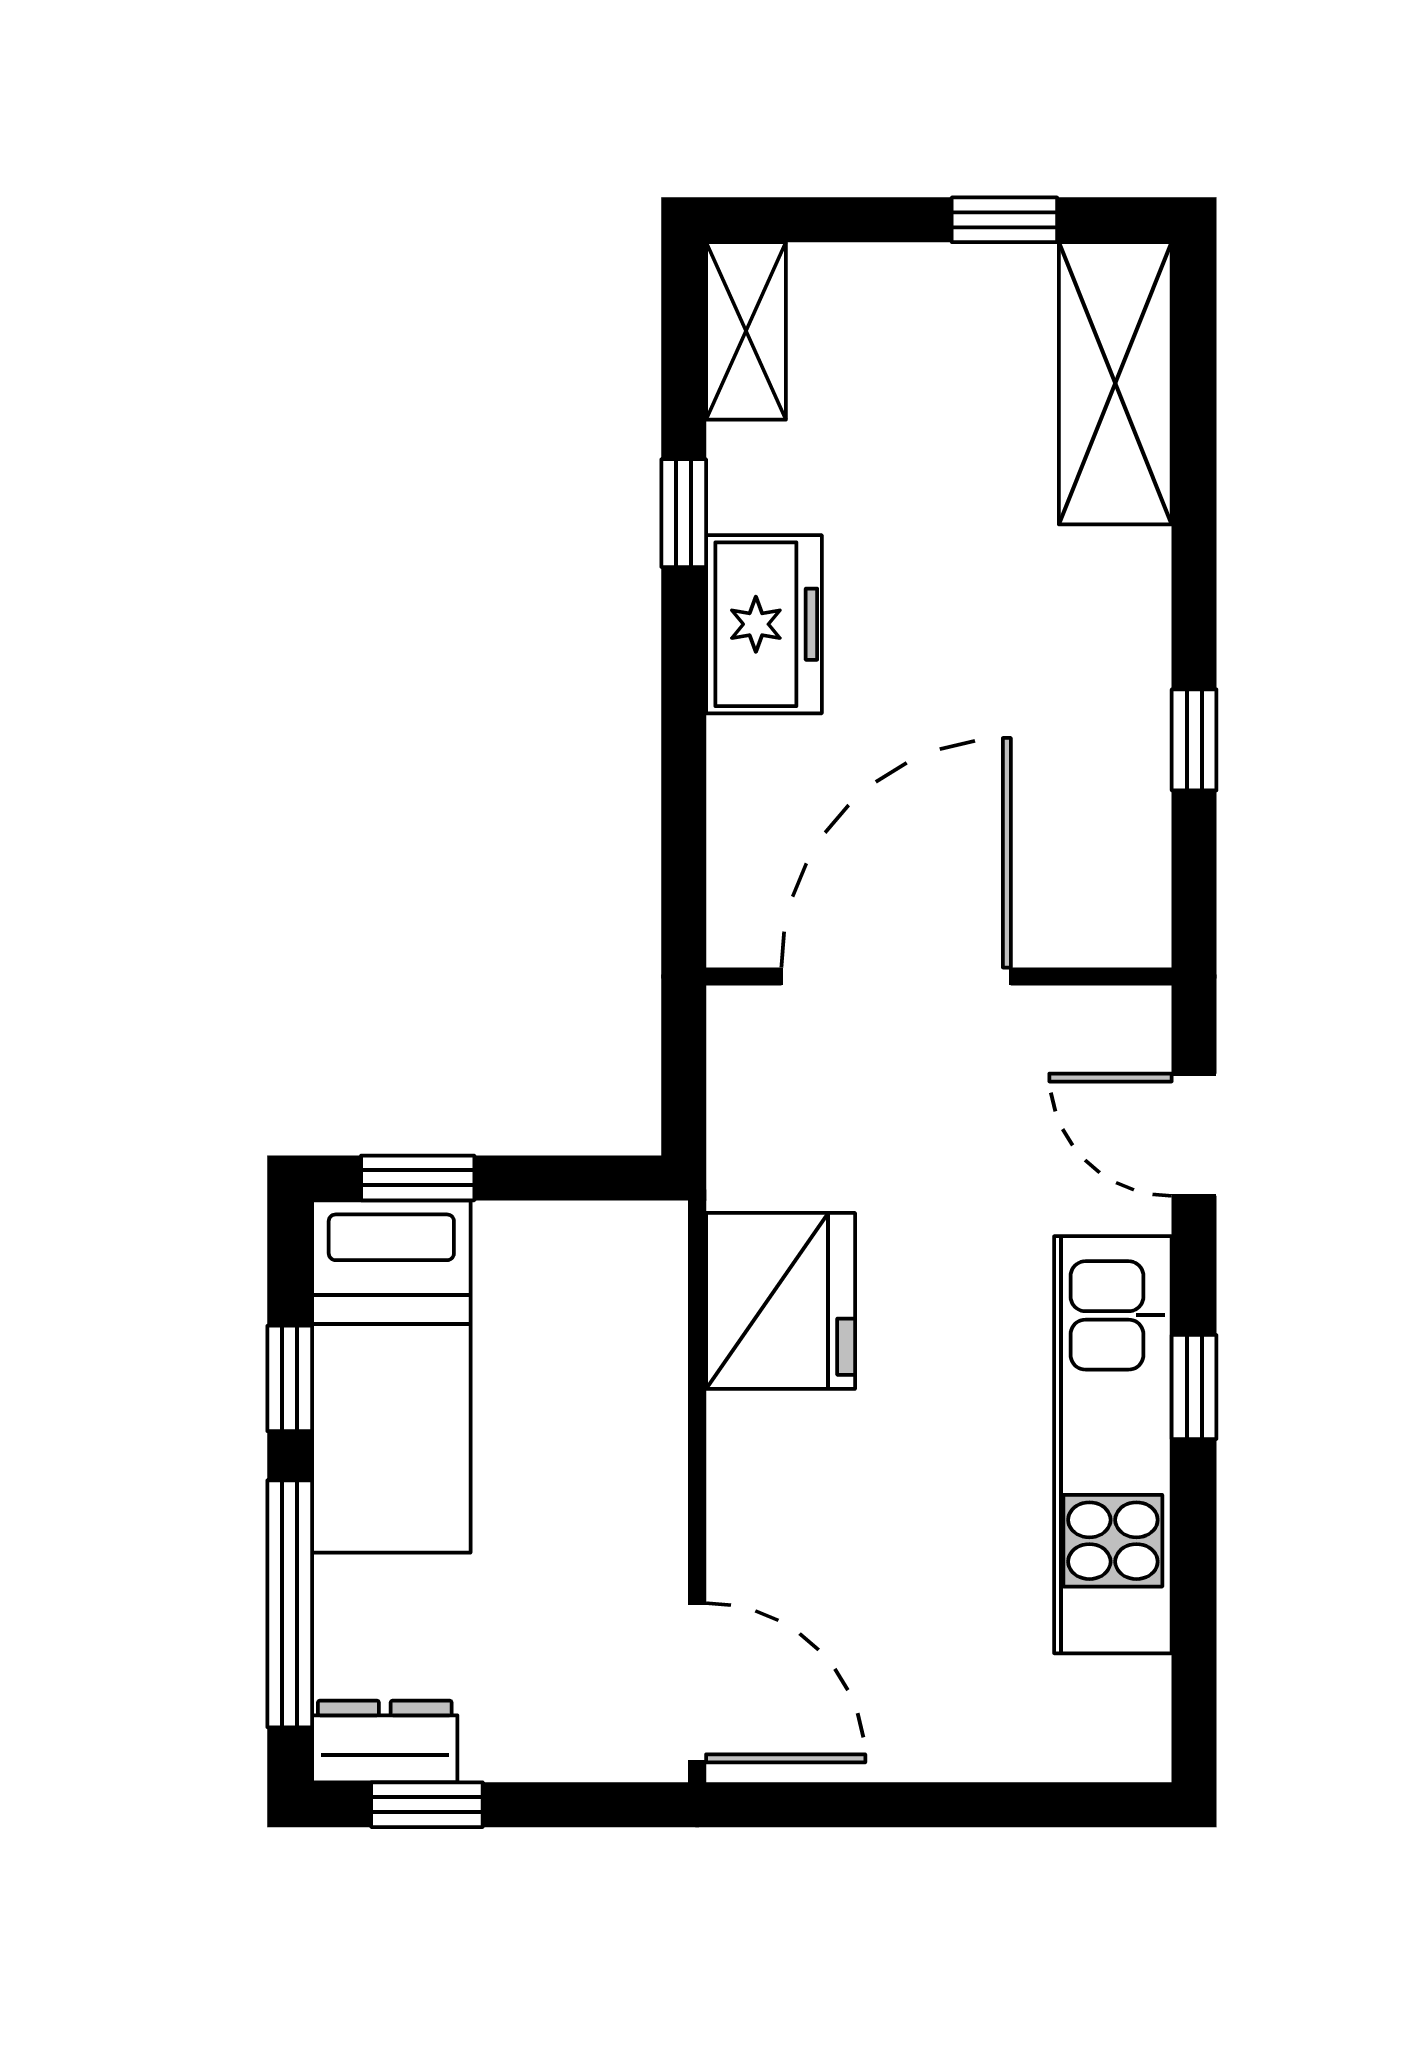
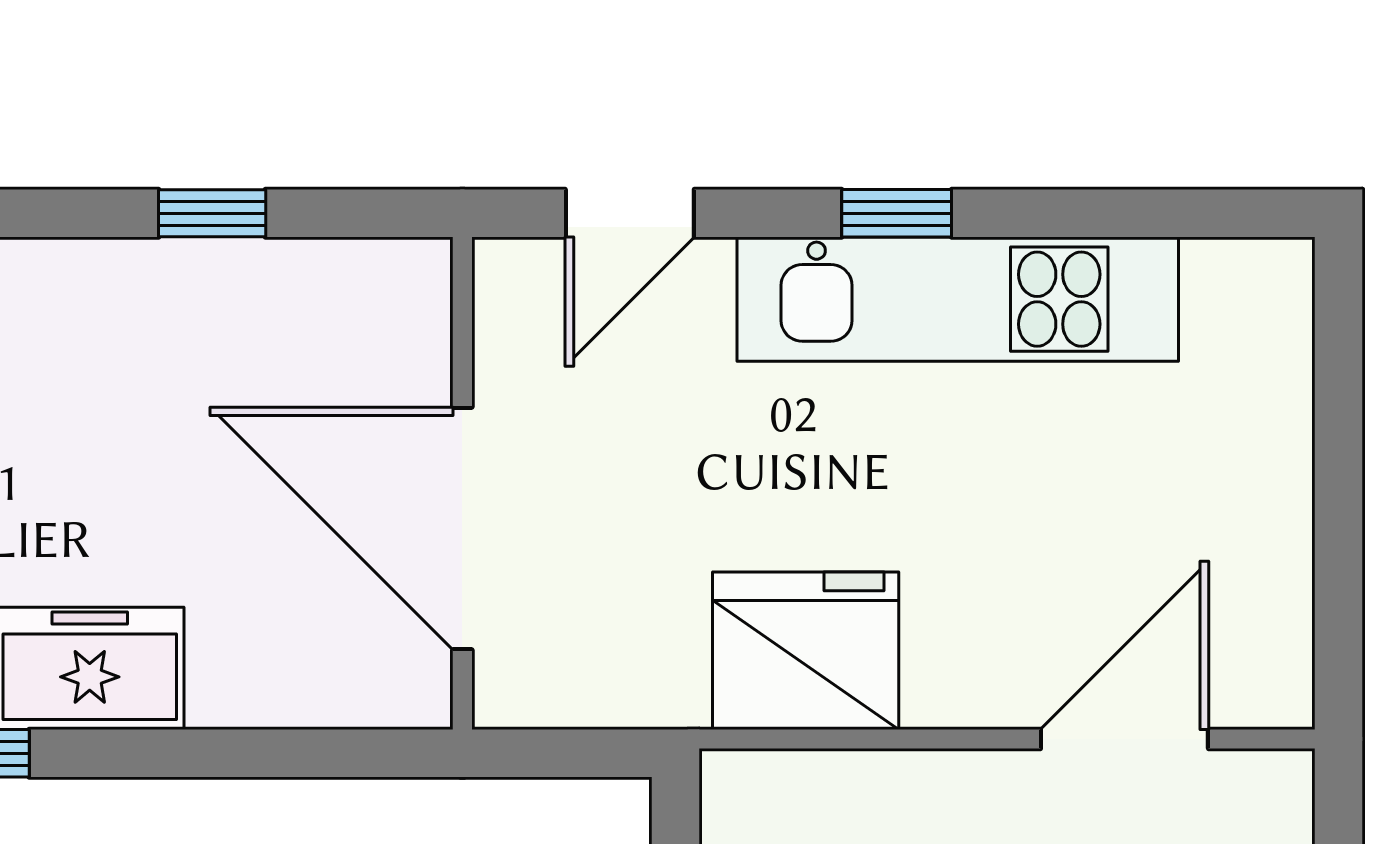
door: (697, 1683) -> (1124, 739), moved

